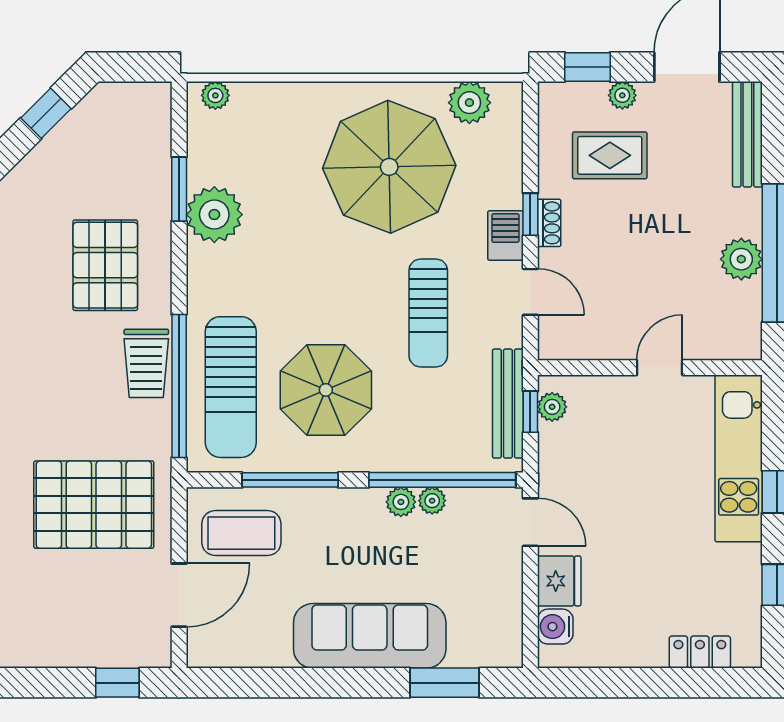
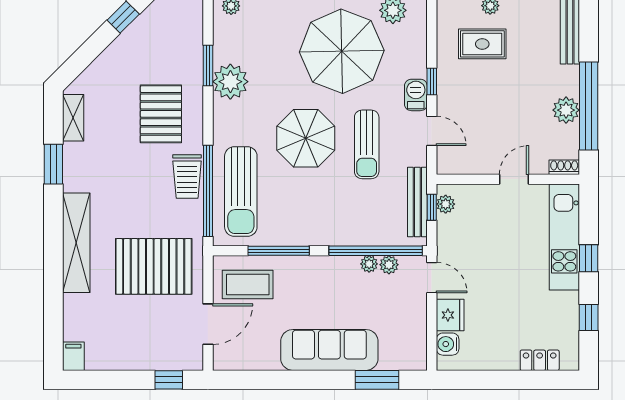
shoe rack: (549, 223) -> (564, 167), moved, turned -90
parasol: (326, 390) -> (306, 138), moved
plant: (401, 502) -> (389, 265), moved

